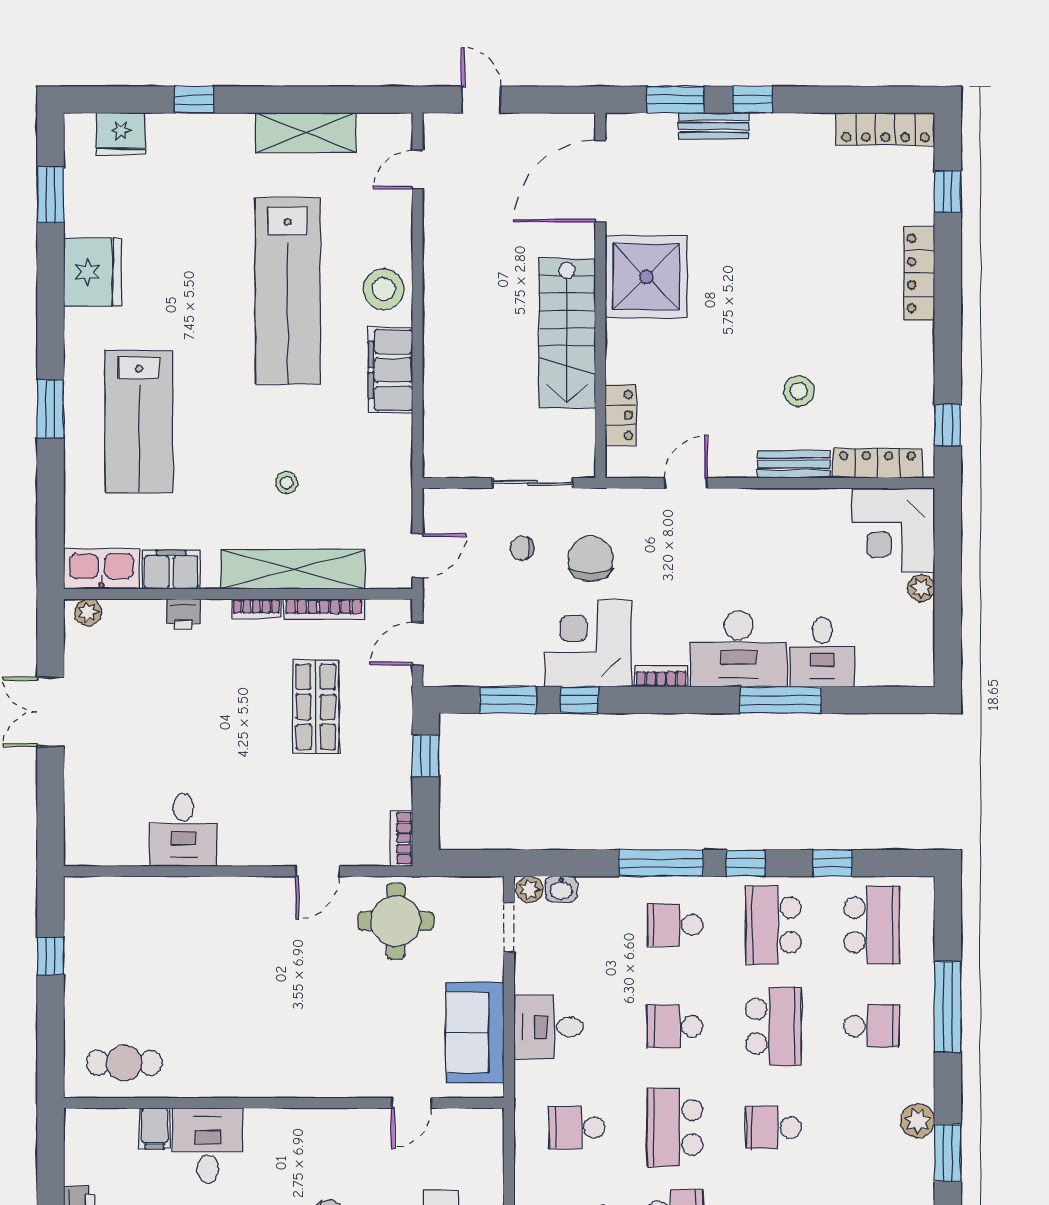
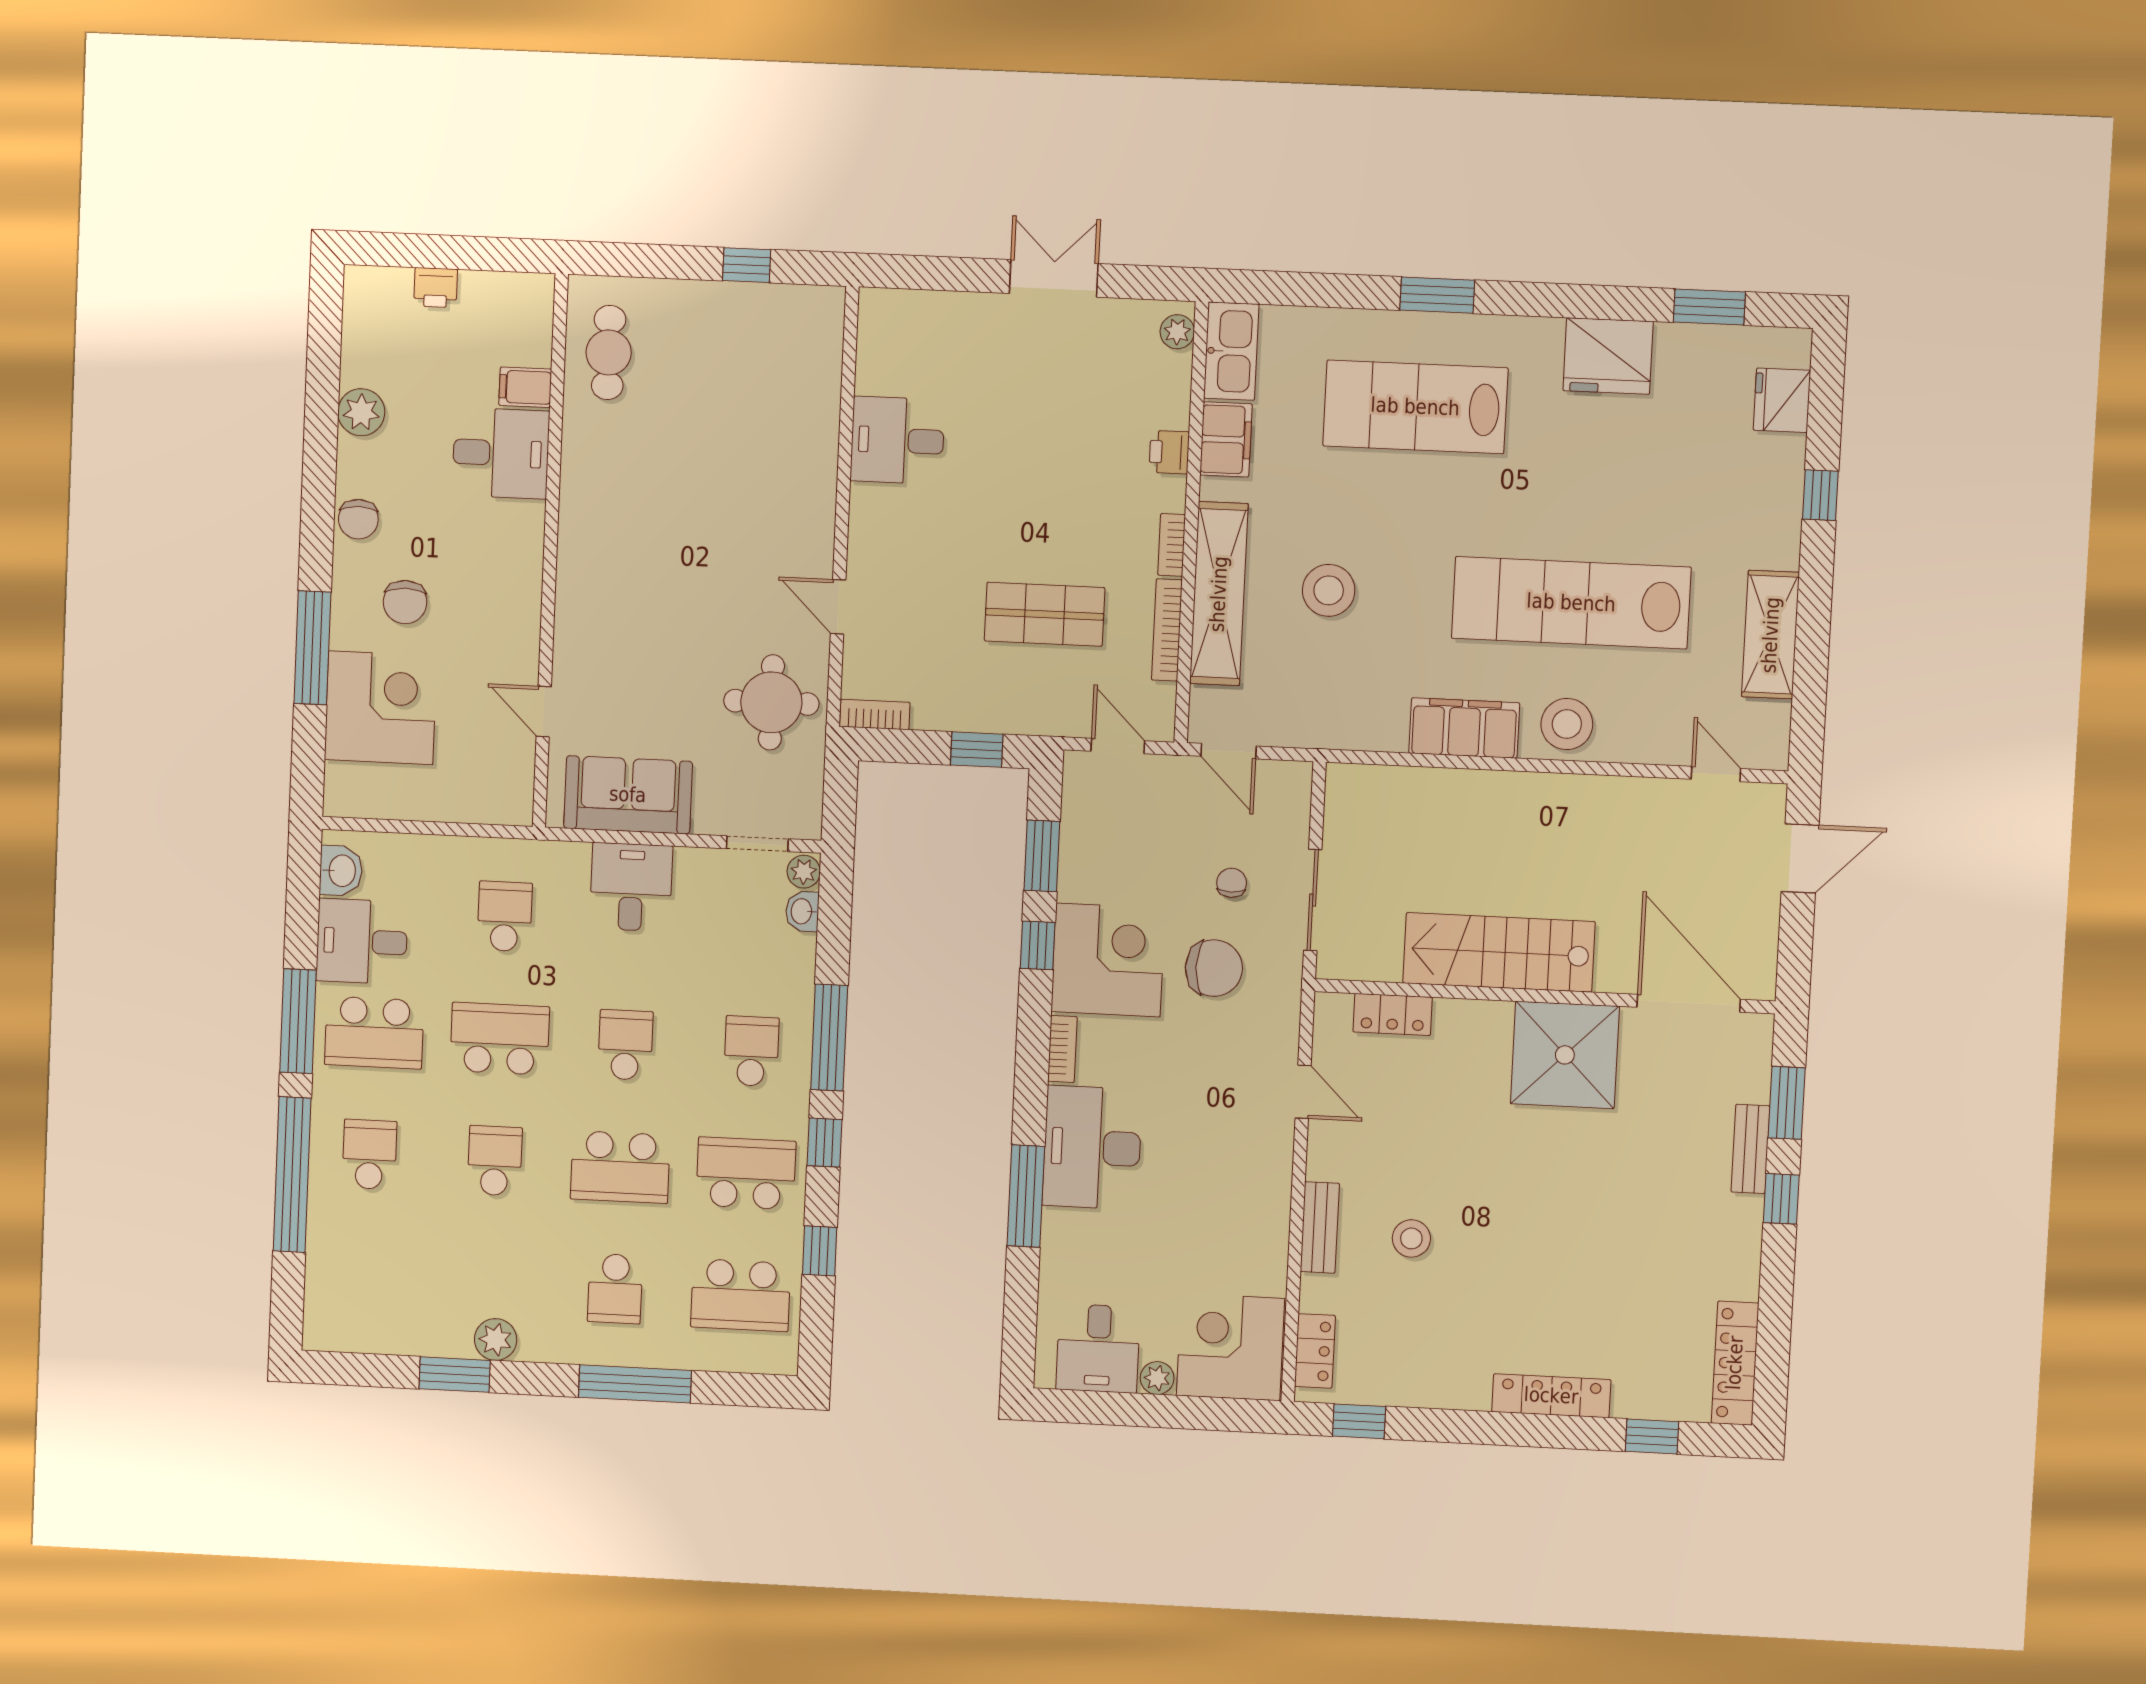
door: (481, 100) -> (1800, 858), width x1.38
locker: (877, 463) -> (1315, 1351), width x0.66
stool: (287, 483) -> (1329, 590), width x1.89, depth x1.89
desk: (822, 652) -> (1098, 1348), moved, turned -90

